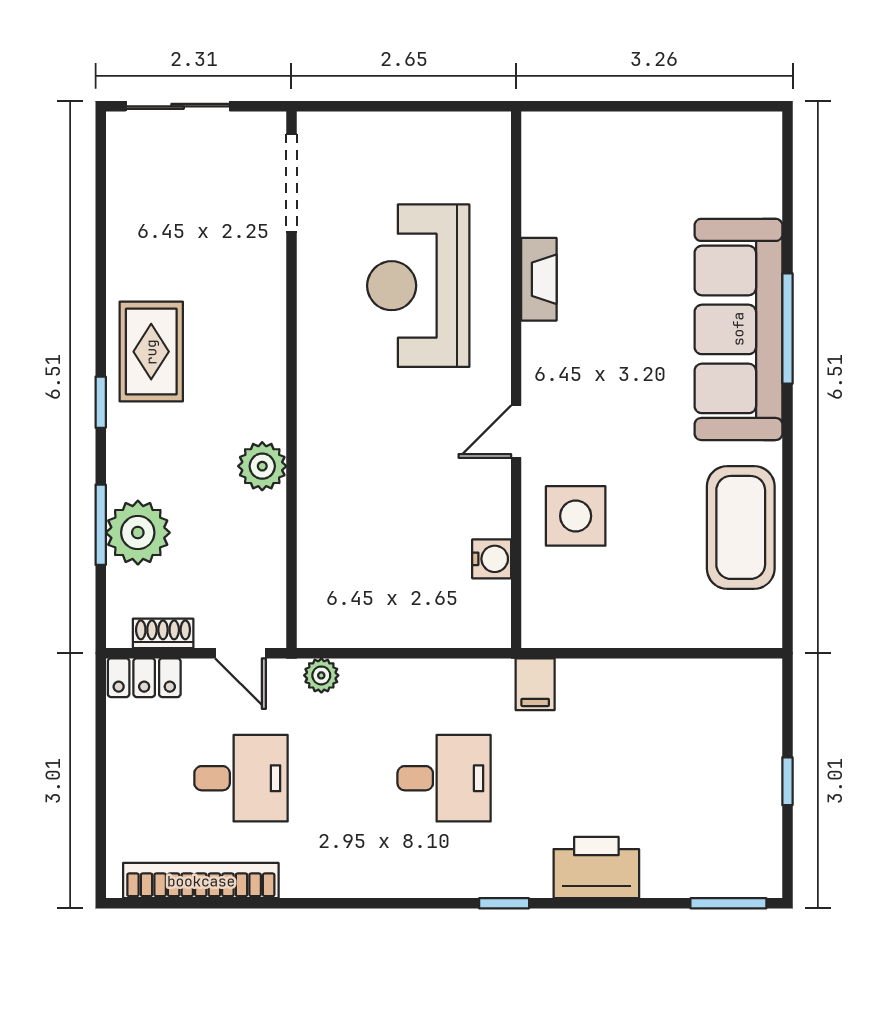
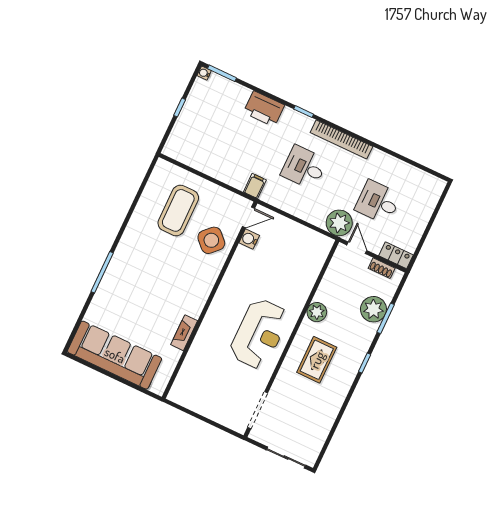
reception desk: (418, 286) -> (259, 334), moved
sofa: (738, 329) -> (115, 355), moved, turned -90
rug: (151, 352) -> (317, 360), moved
door: (516, 432) -> (249, 217), moved
side table: (576, 516) -> (211, 240), turned 45
coffee table: (741, 527) -> (178, 210), moved
plant: (321, 675) -> (339, 223), width x1.88, depth x1.88
bookcase: (201, 881) -> (341, 139), moved
water cooler: (769, 885) -> (204, 73), added

